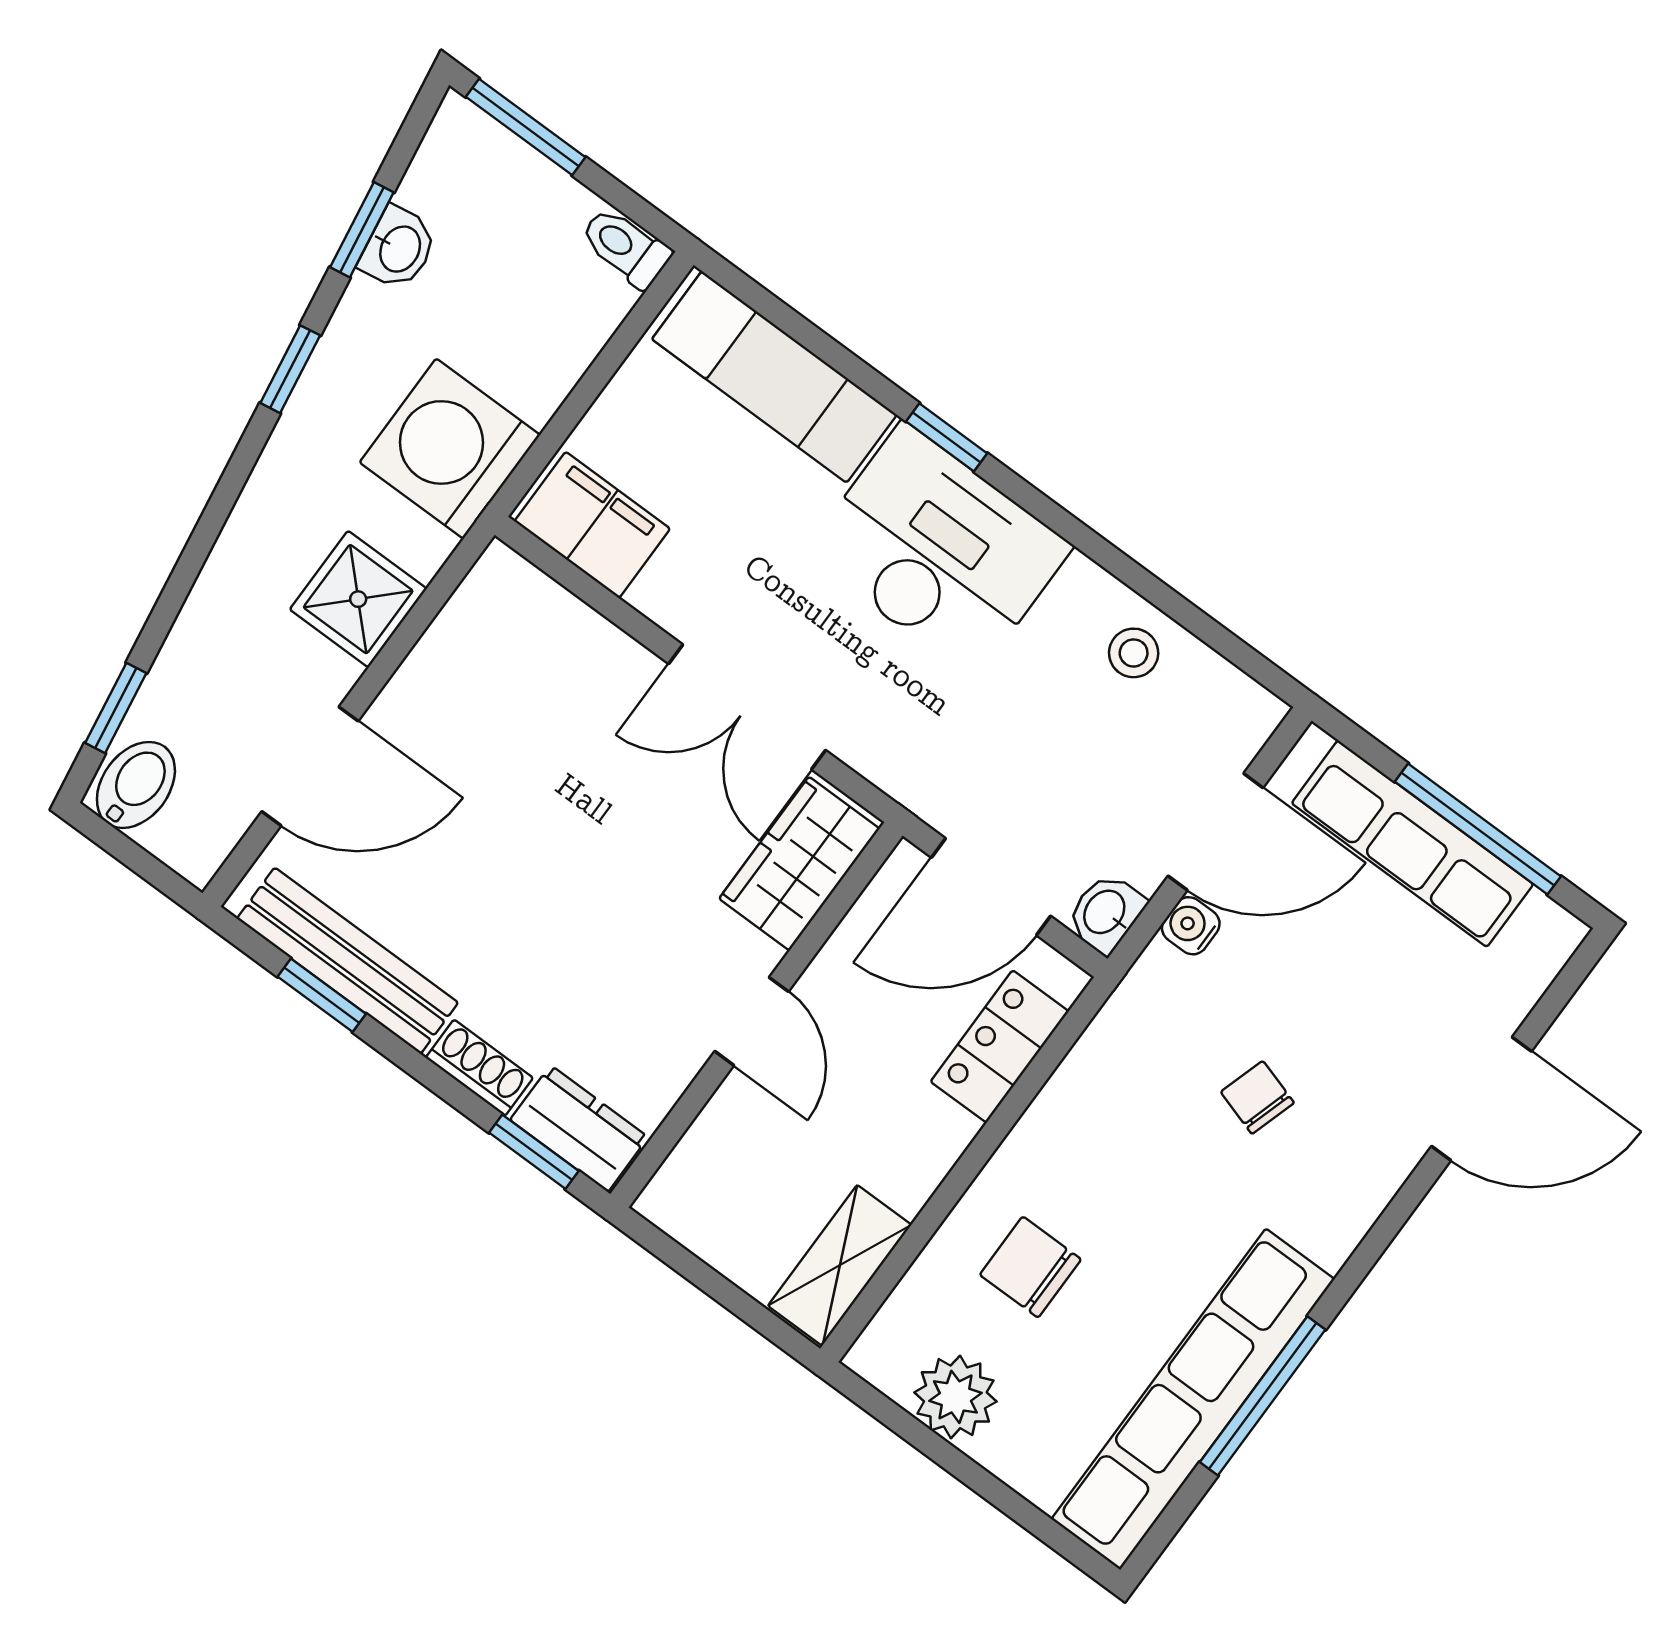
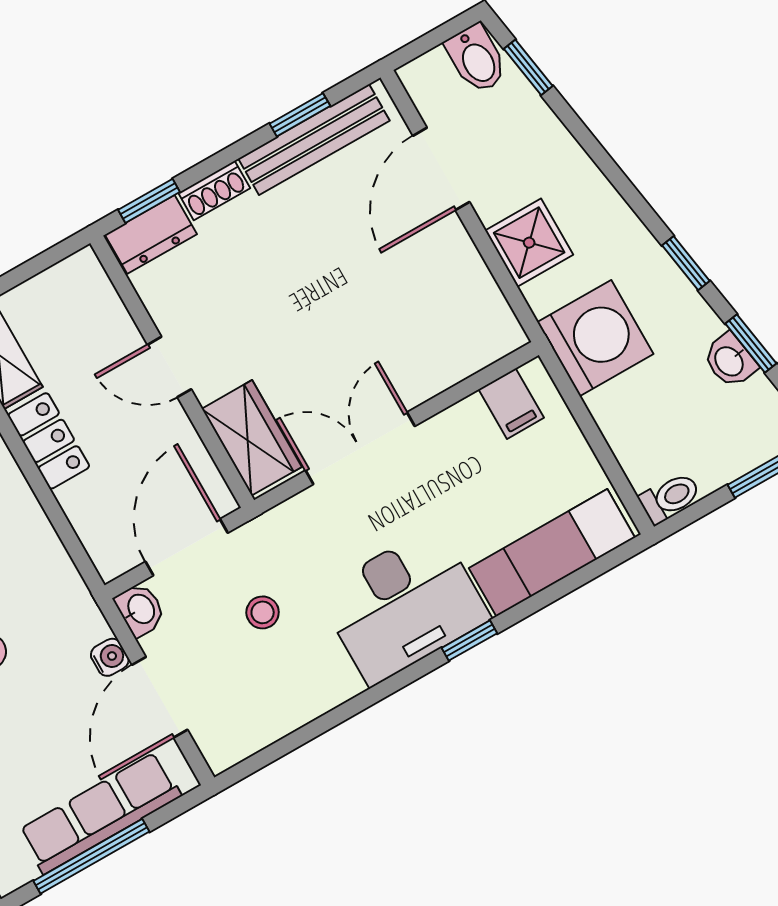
filing cabinet: (592, 525) -> (511, 404), width x0.50
stool: (1134, 653) -> (263, 612), moved
locker: (1000, 1046) -> (49, 441), moved

